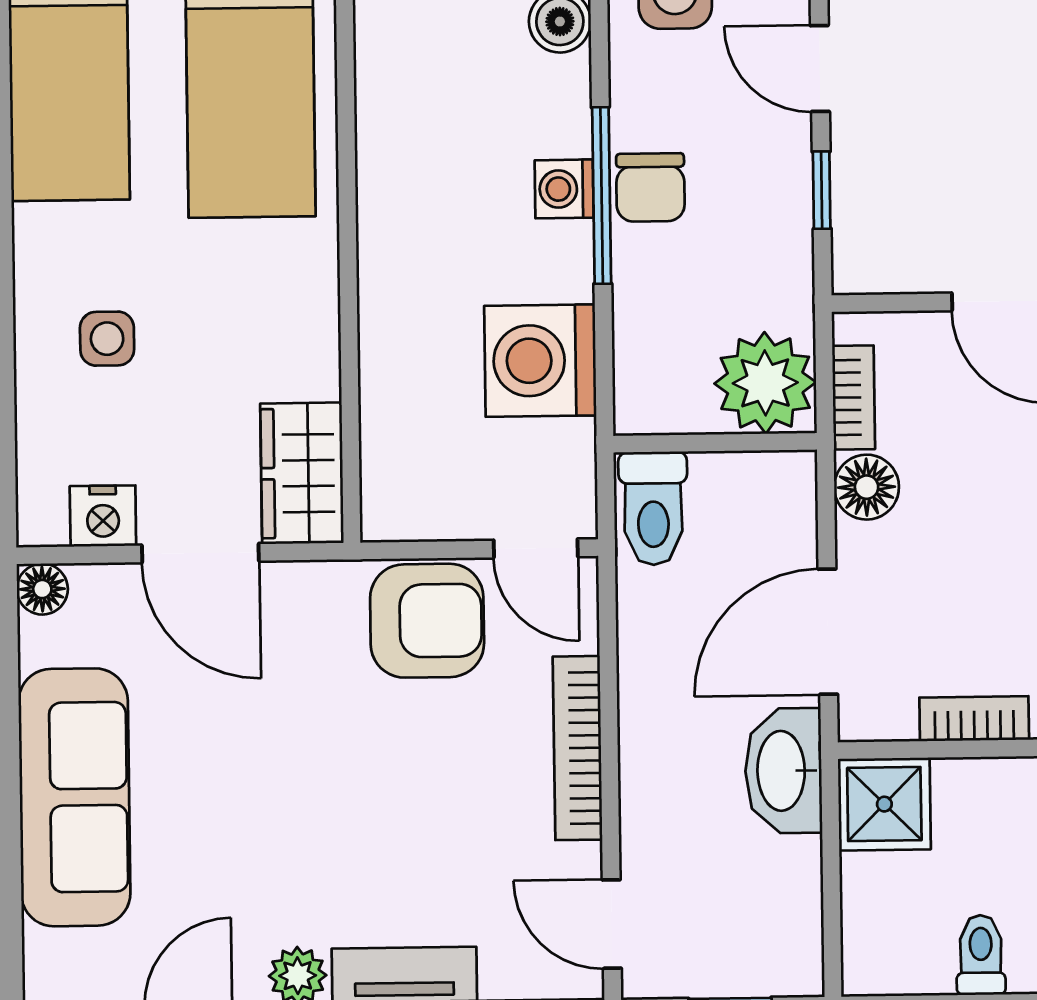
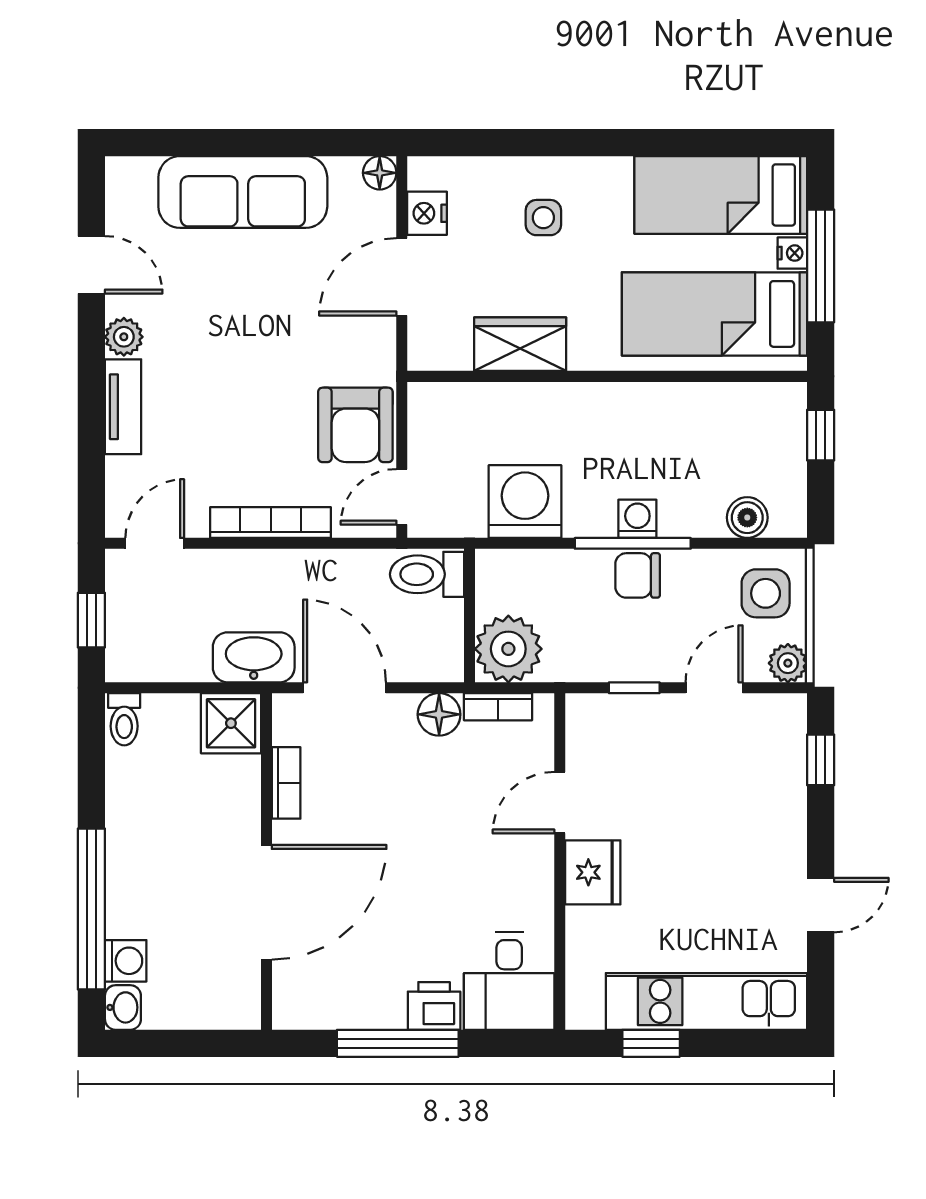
wardrobe: (302, 473) -> (520, 344), moved
toilet: (981, 955) -> (124, 719), moved, turned 90

